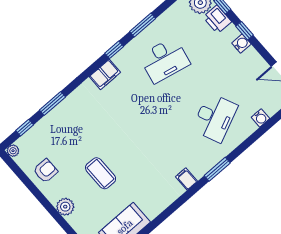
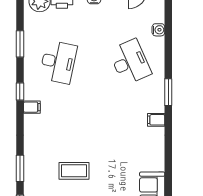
window: (143, 25) -> (20, 44), moved
filing cabinet: (105, 74) -> (32, 107), width x0.50
coffee table: (101, 173) -> (74, 171), moved

